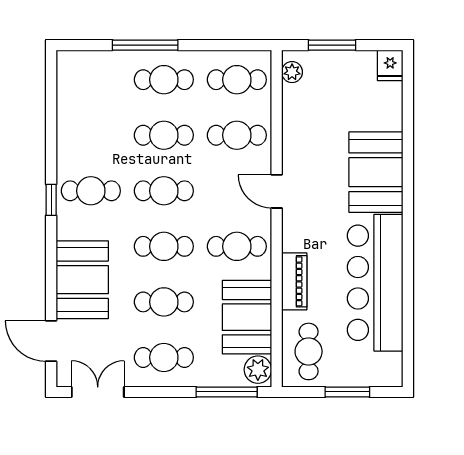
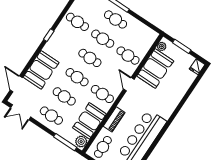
cafe table: (237, 80) -> (141, 36), removed
booth: (376, 172) -> (155, 68), moved
cafe table: (91, 191) -> (77, 22), moved
double door: (98, 392) -> (21, 112), swing flipped

